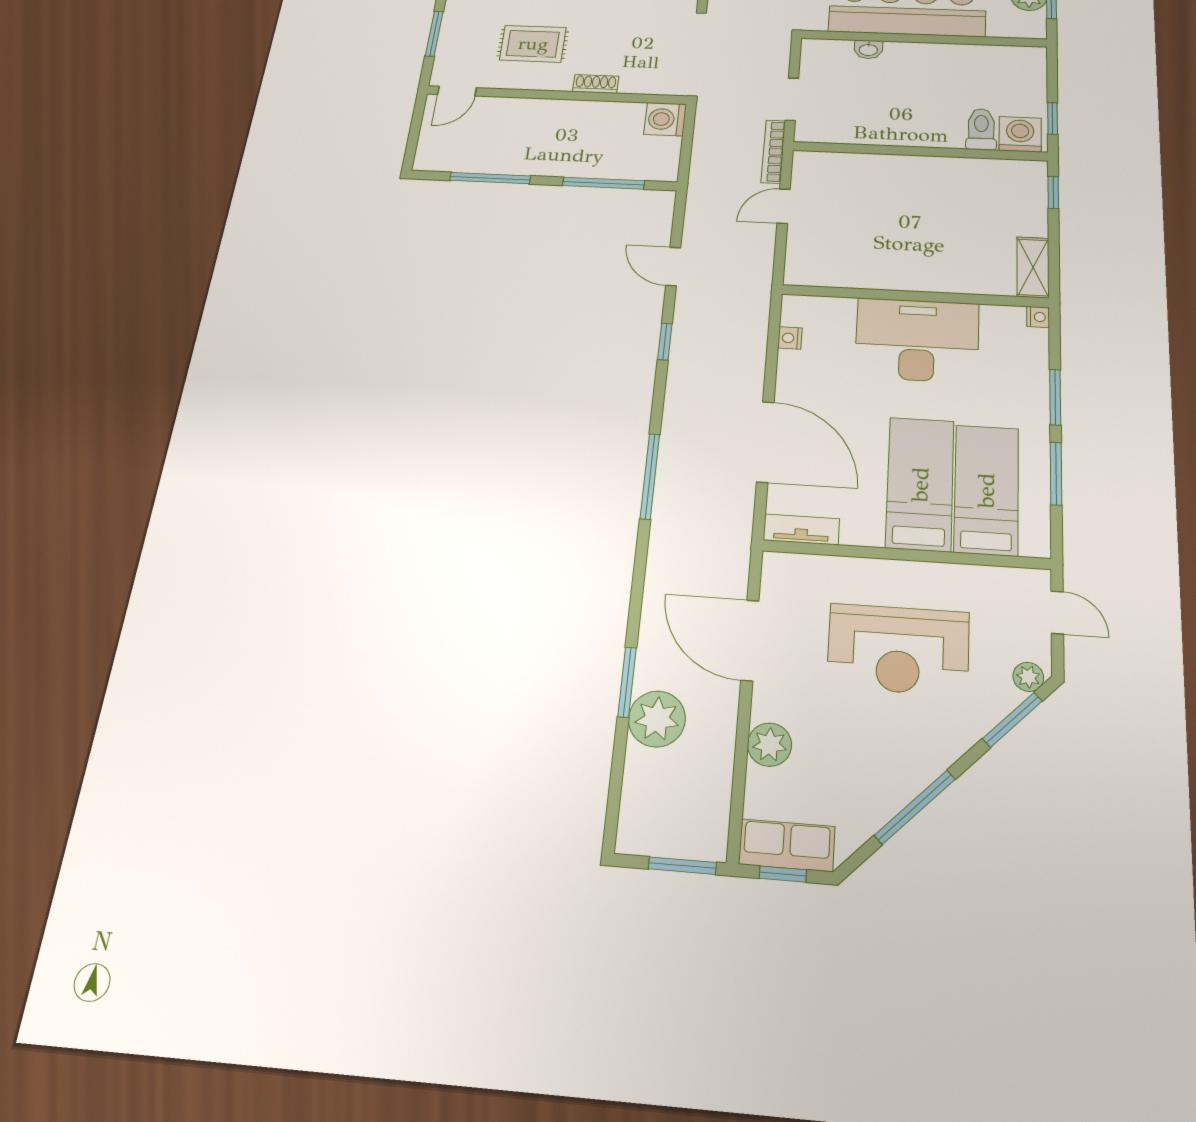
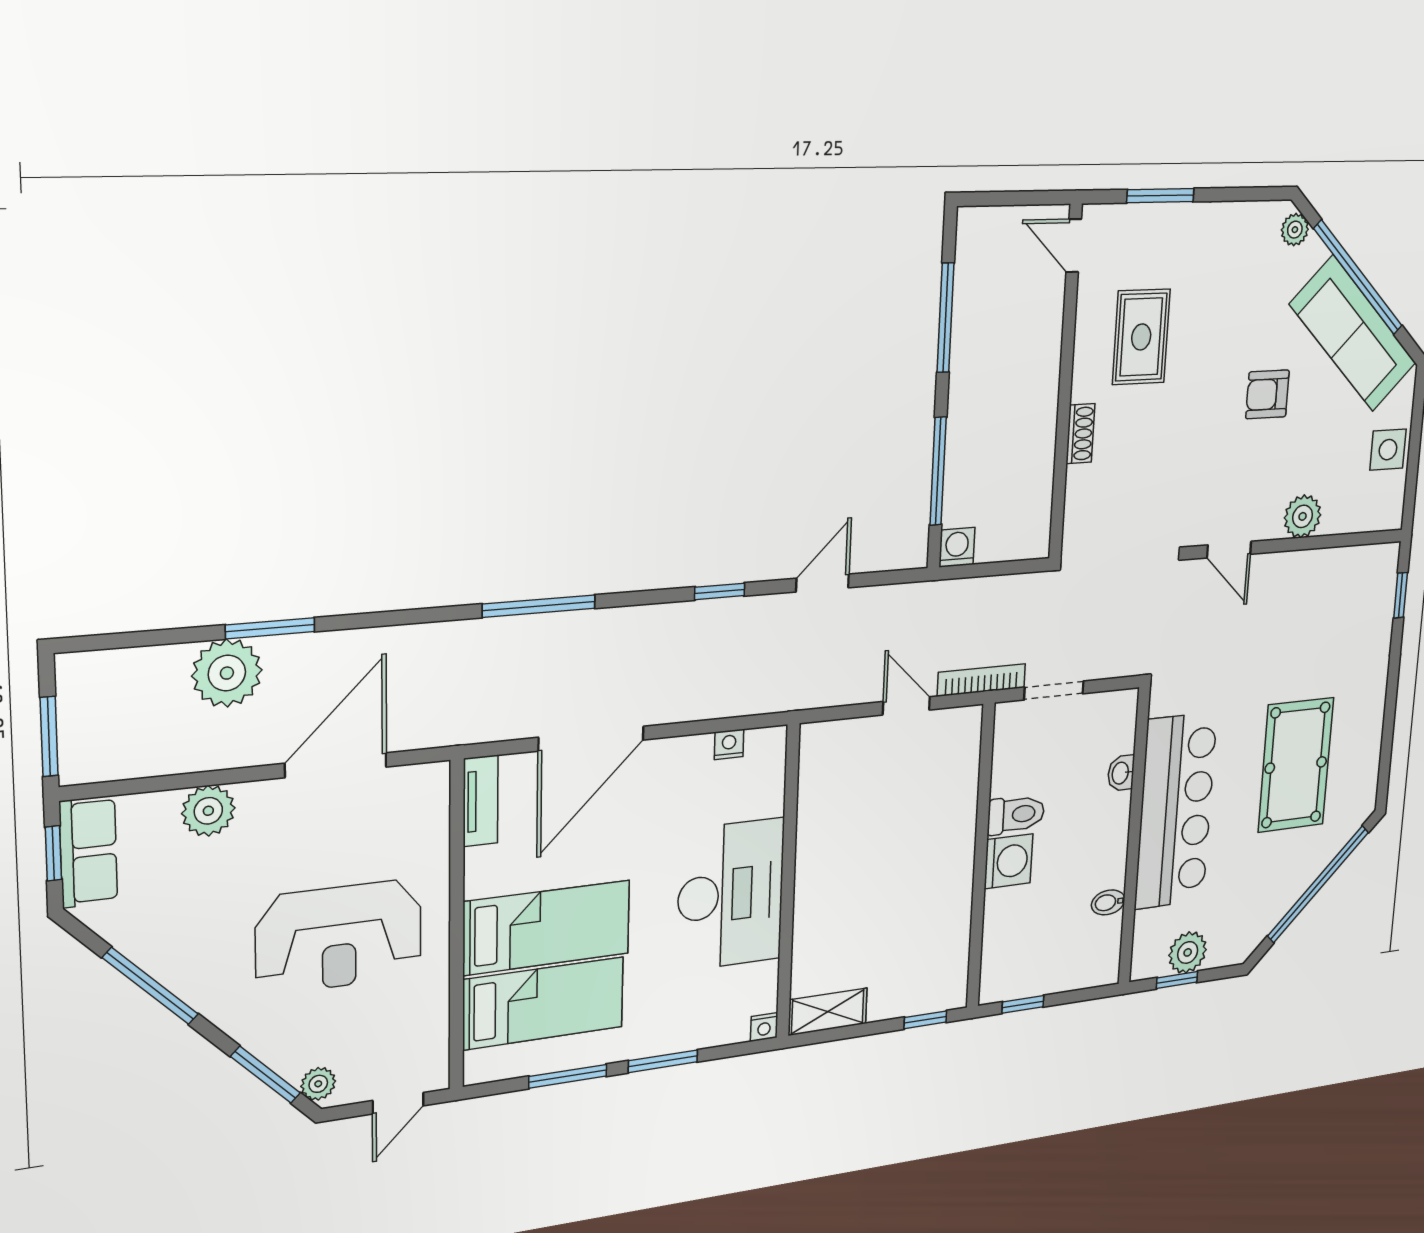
bidet: (975, 56) -> (1108, 902), added
washing machine: (665, 119) -> (957, 547), moved, width x0.73, depth x0.73
toilet: (981, 129) -> (1016, 815), moved
washing machine: (1020, 134) -> (1009, 861), moved
reception desk: (898, 649) -> (339, 937), turned -90

